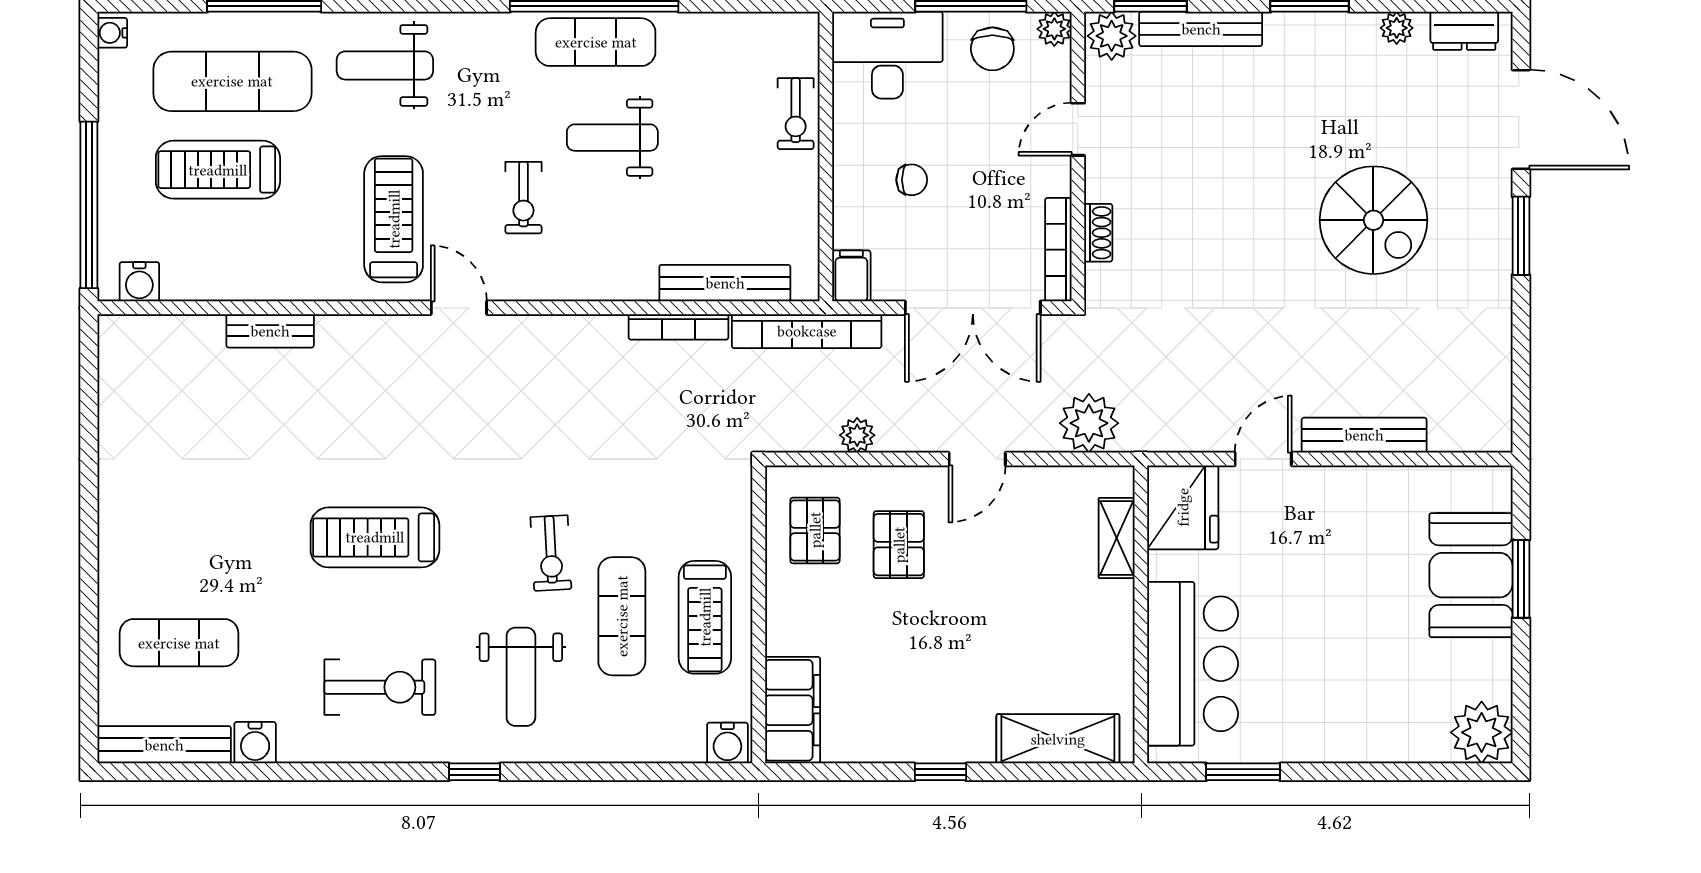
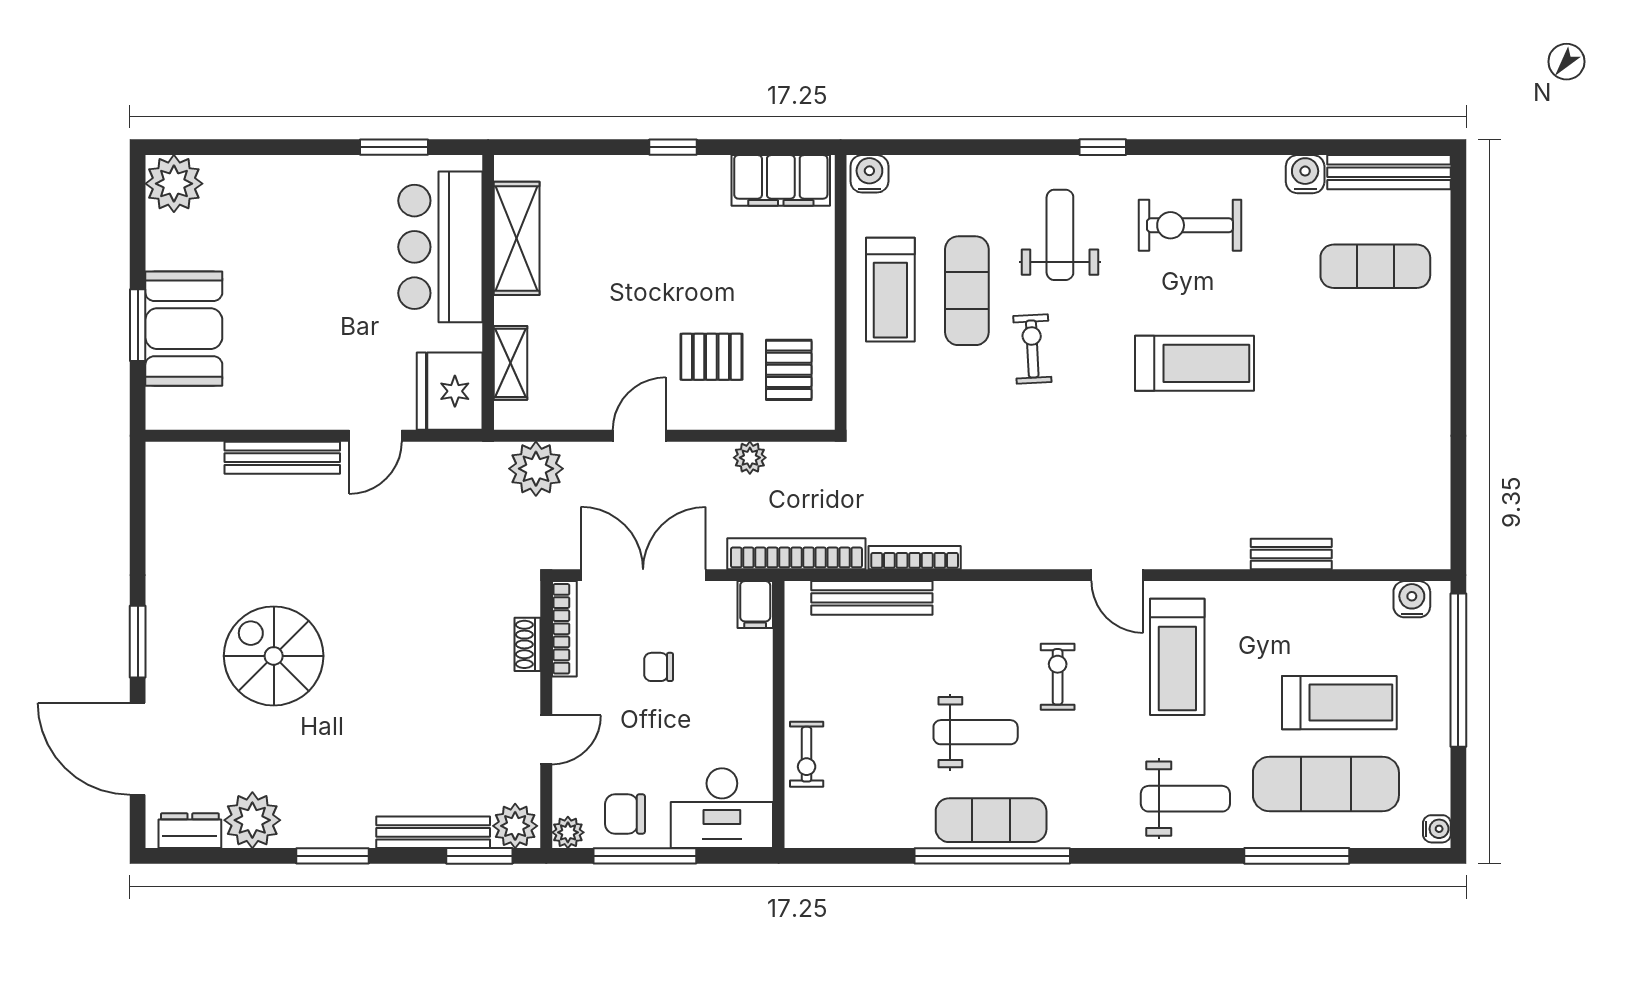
plant: (1397, 28) -> (252, 820), width x1.87, depth x1.87
chair: (992, 49) -> (625, 814), turned -90
exercise bike: (796, 114) -> (807, 754), turned 180
chair: (912, 180) -> (659, 667), moved
pallet: (899, 545) -> (711, 357), turned 90
treadmill: (705, 617) -> (890, 290), turned 180
filing cabinet: (793, 710) -> (781, 180), moved, turned -90
shelving: (1058, 739) -> (517, 238), moved, turned 90

